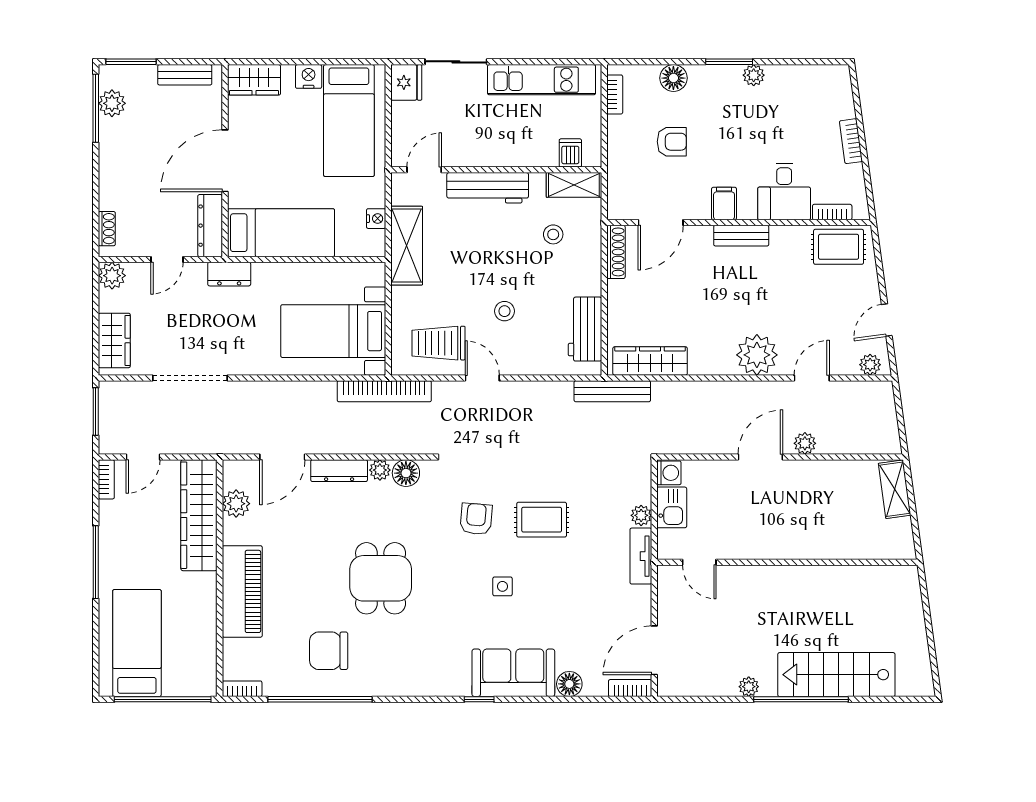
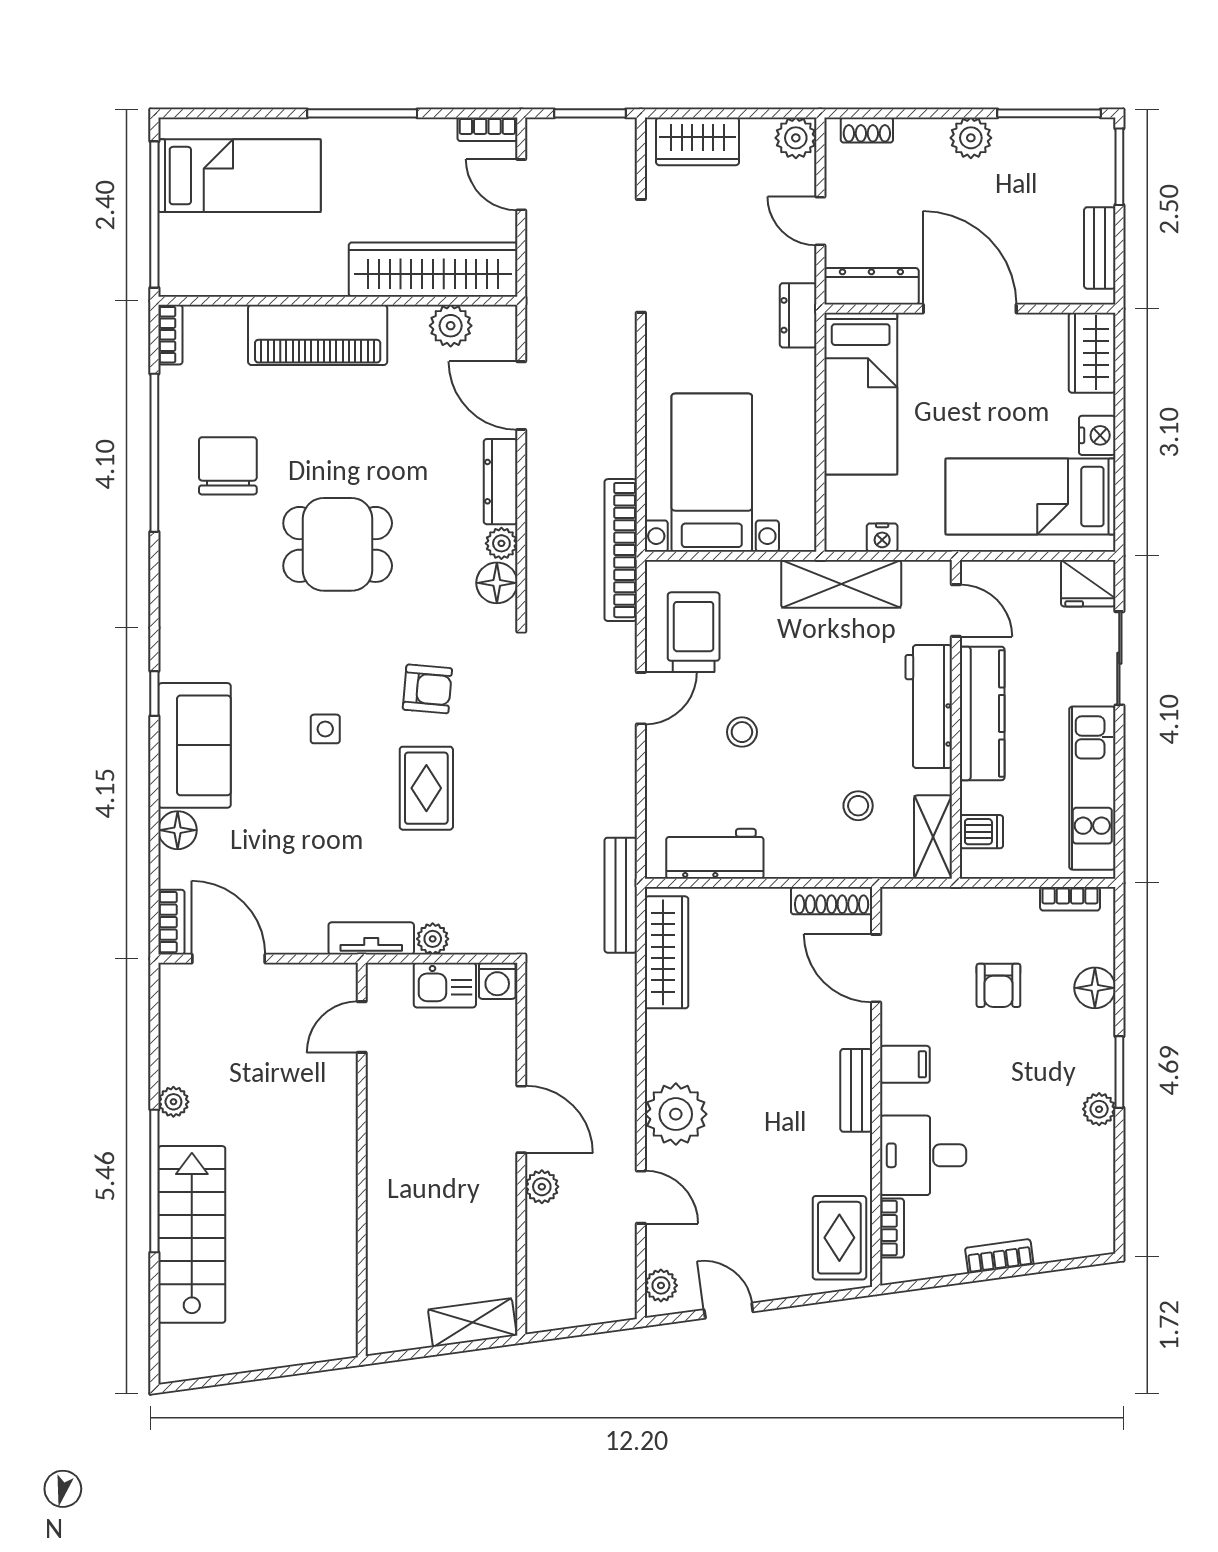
plant: (112, 103) -> (971, 138), moved
kitchen counter: (492, 152) -> (982, 713), added

